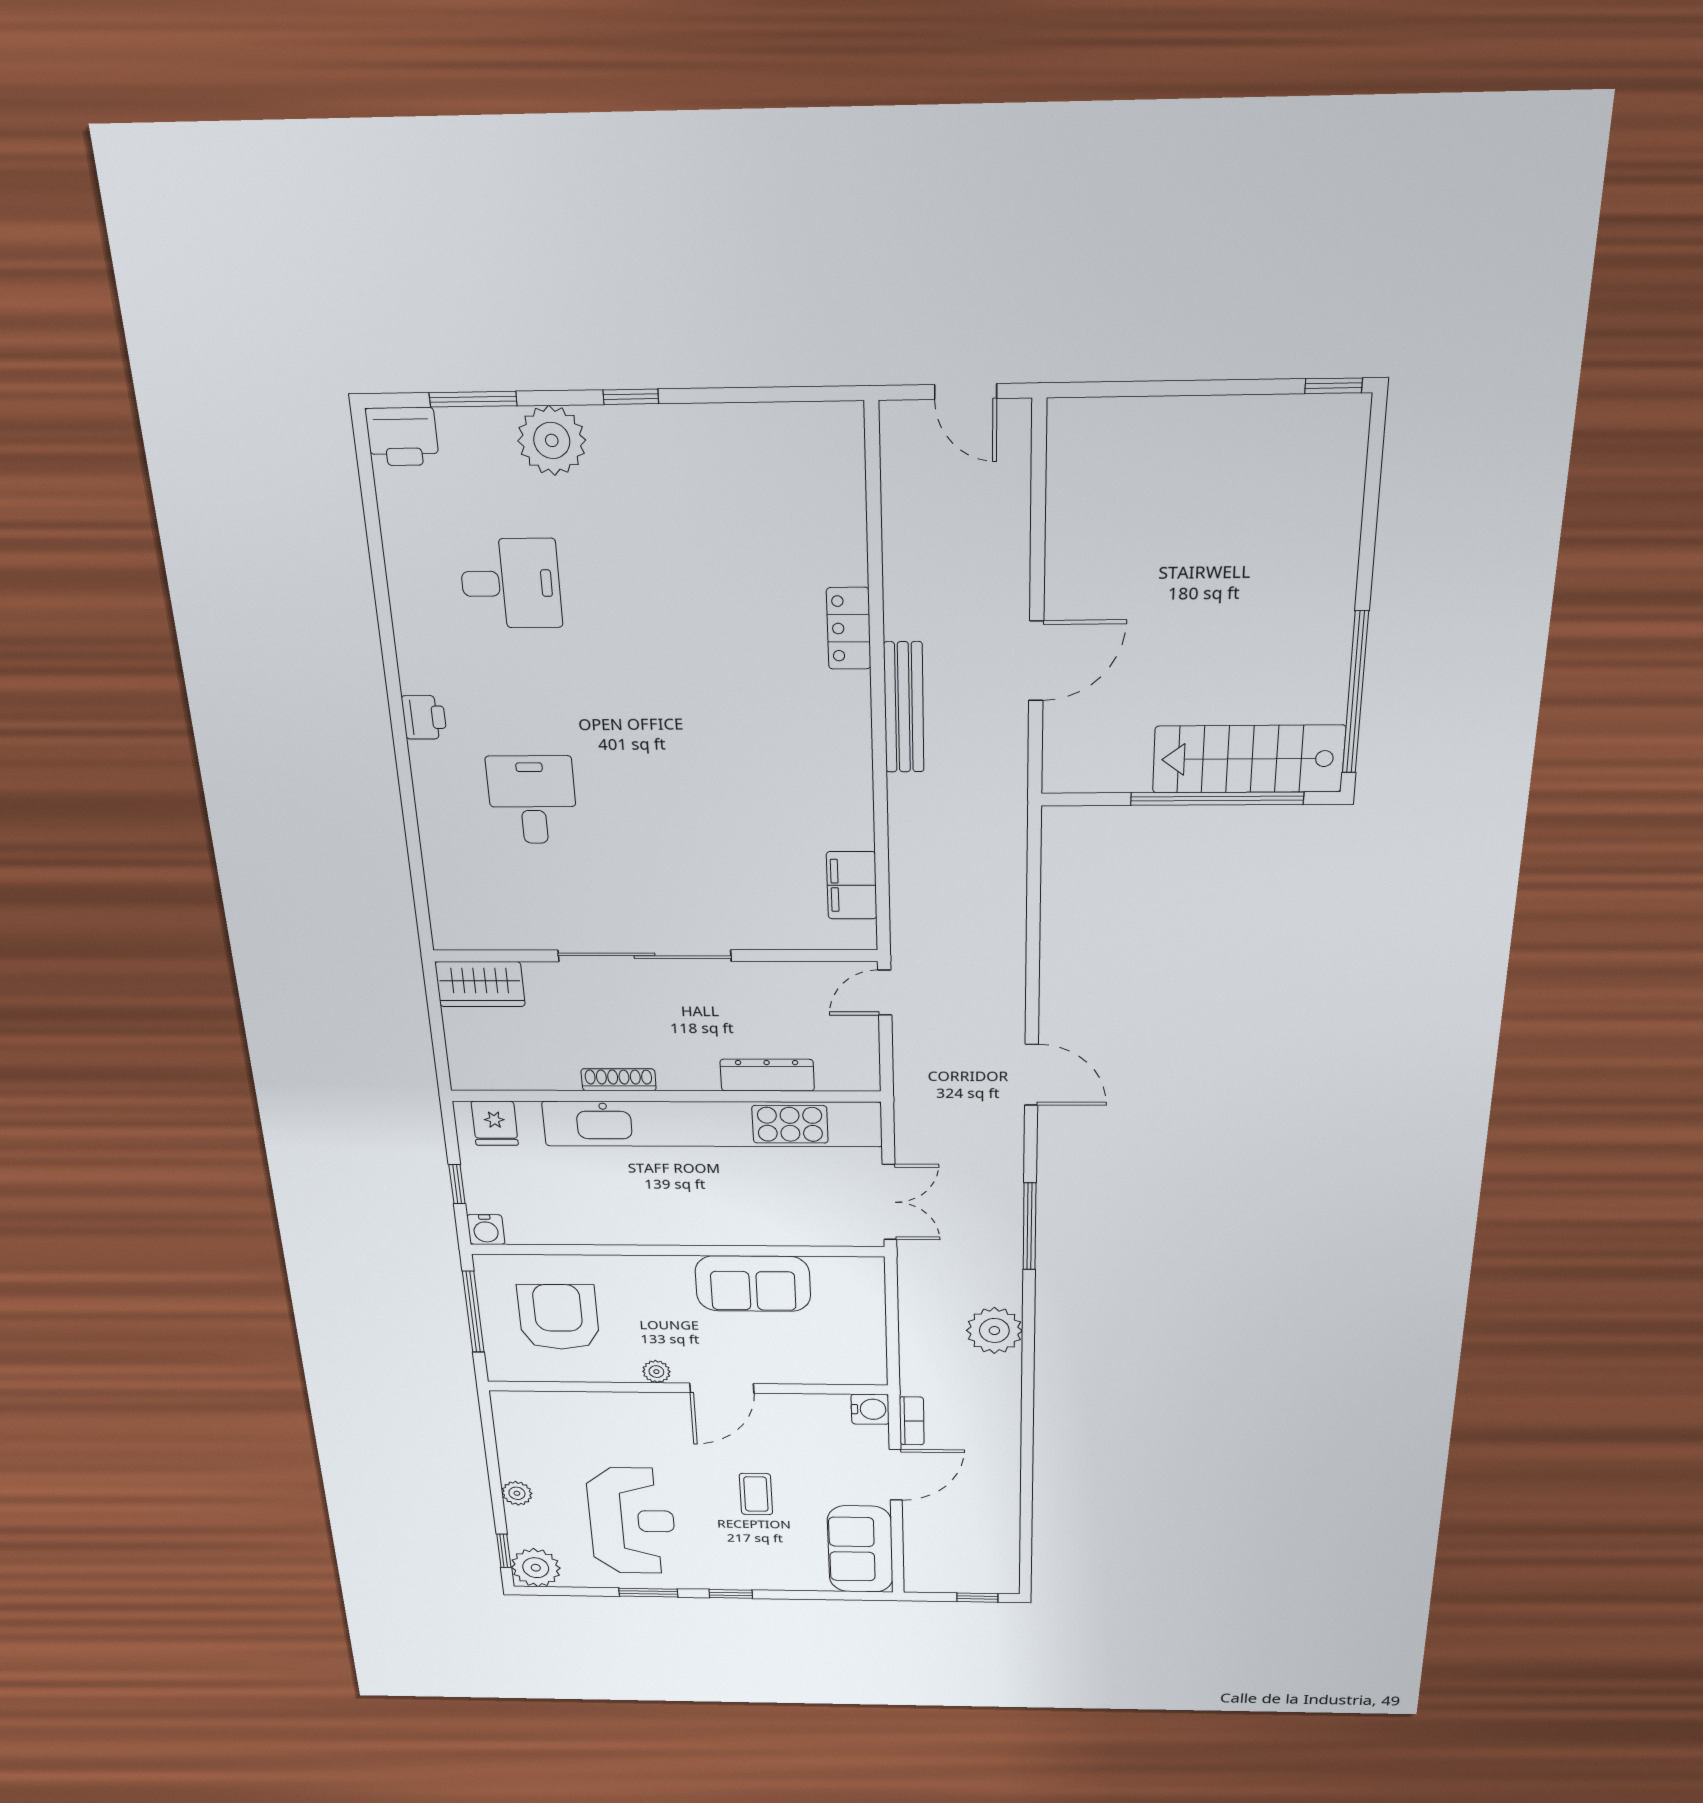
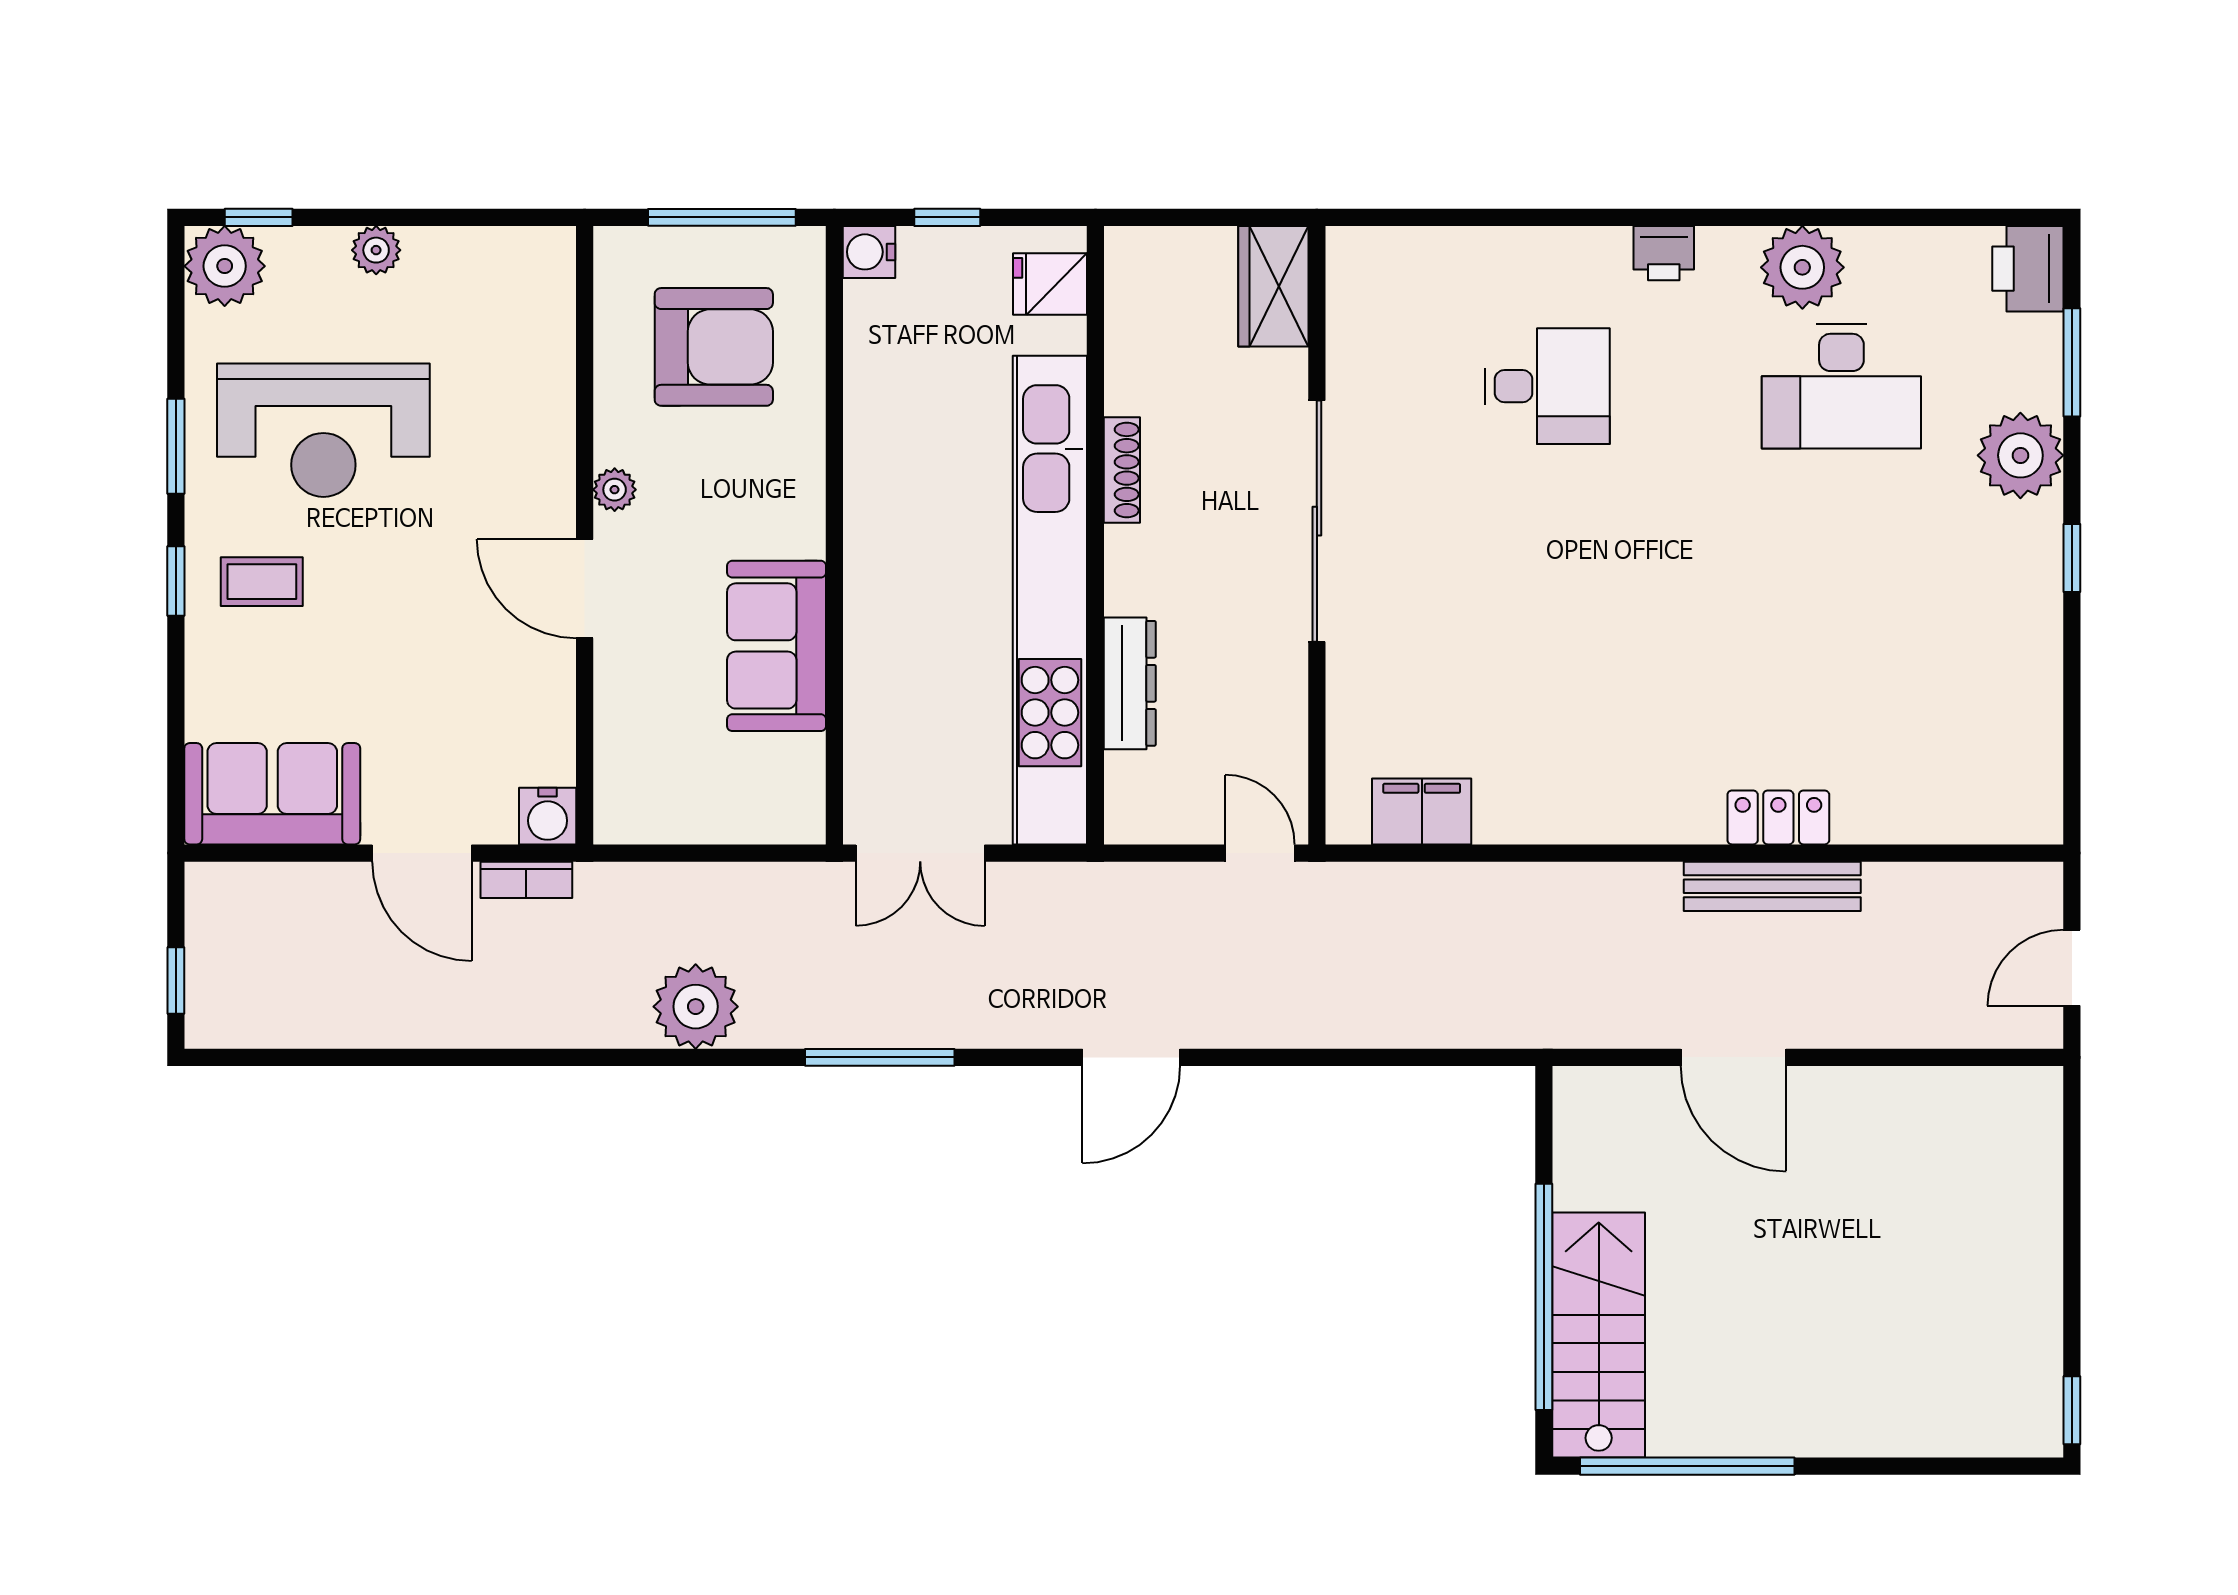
desk: (511, 583) -> (1841, 386), width x1.37
plant: (422, 614) -> (1802, 267), added
bench: (904, 707) -> (1772, 886), moved
coffee table: (756, 1494) -> (262, 582), moved

